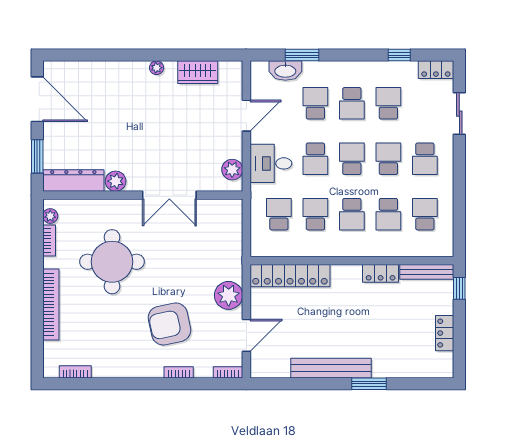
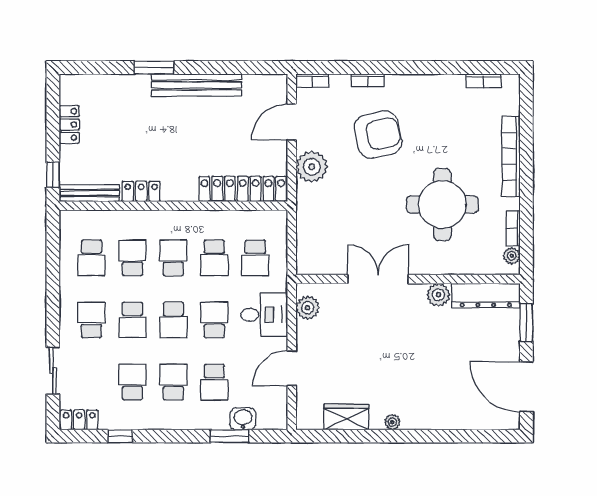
washbasin: (285, 71) -> (243, 419), width x0.72
school desk: (388, 103) -> (132, 382), turned 180

